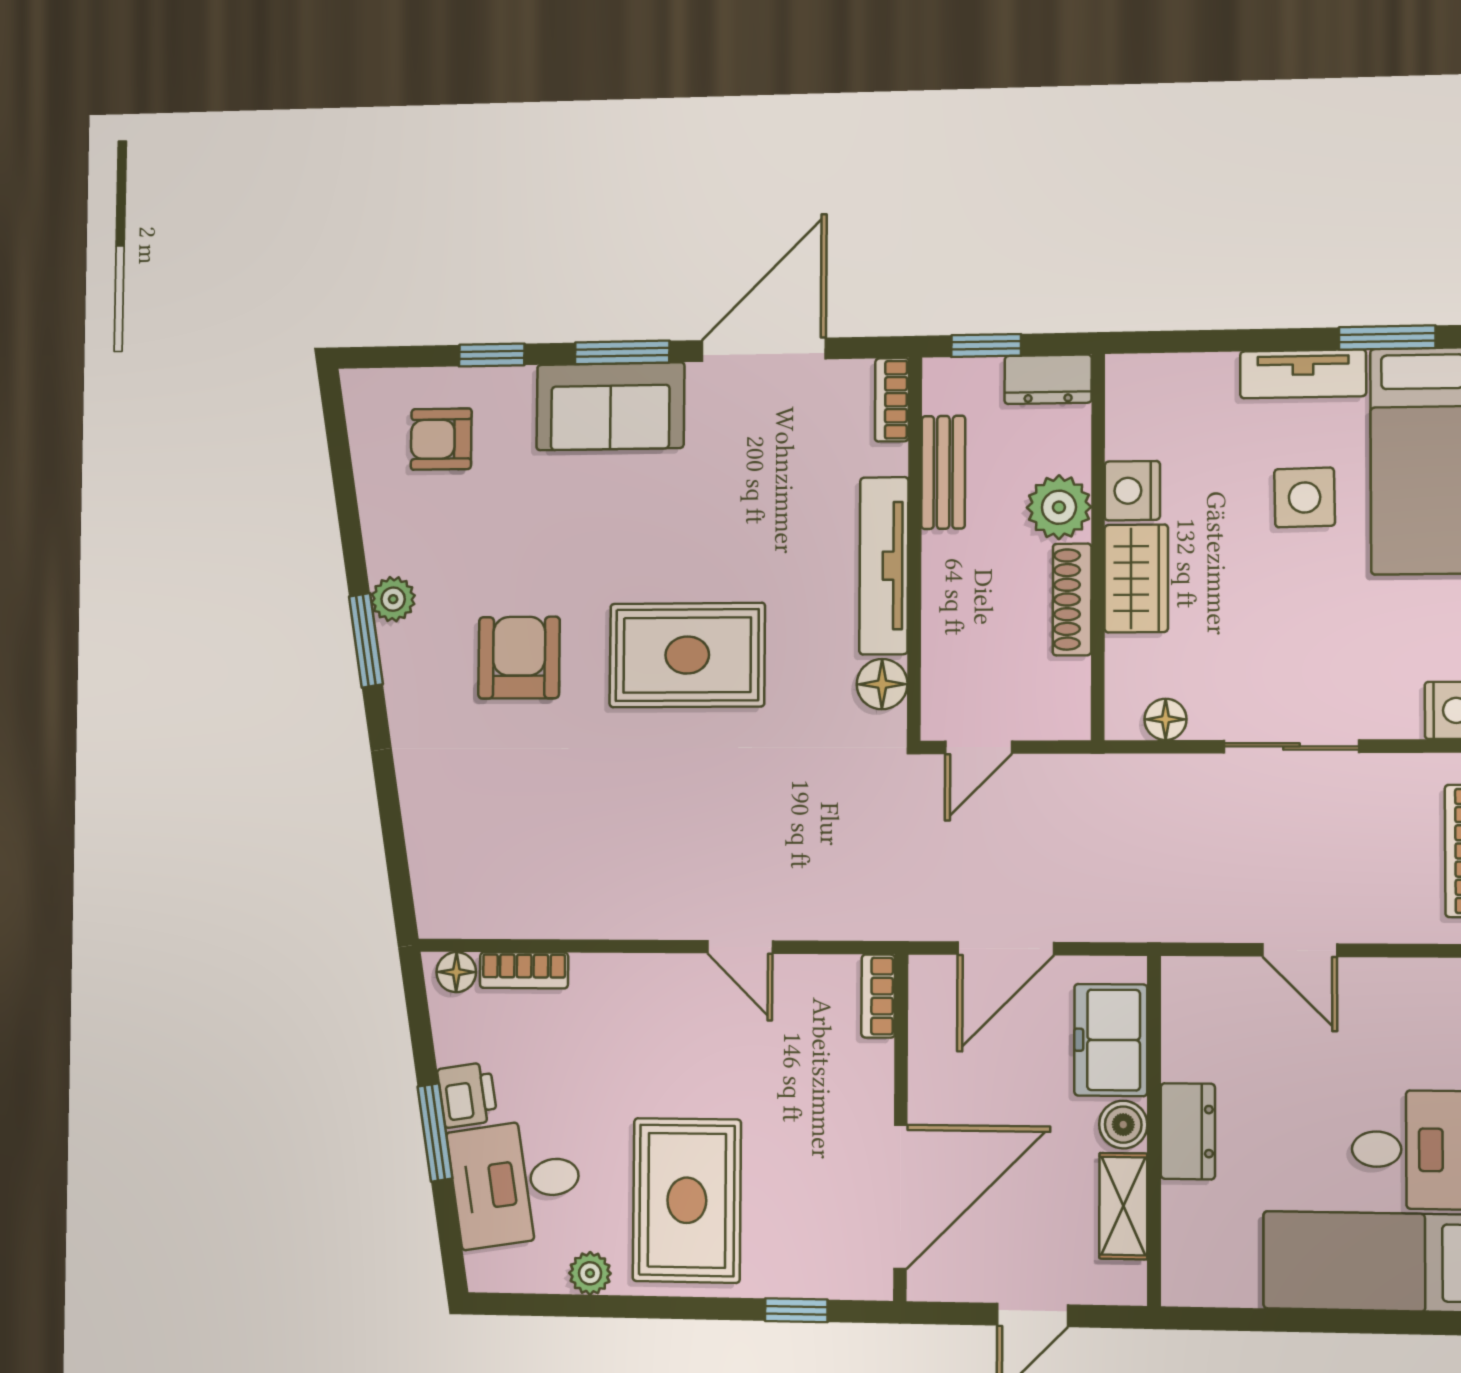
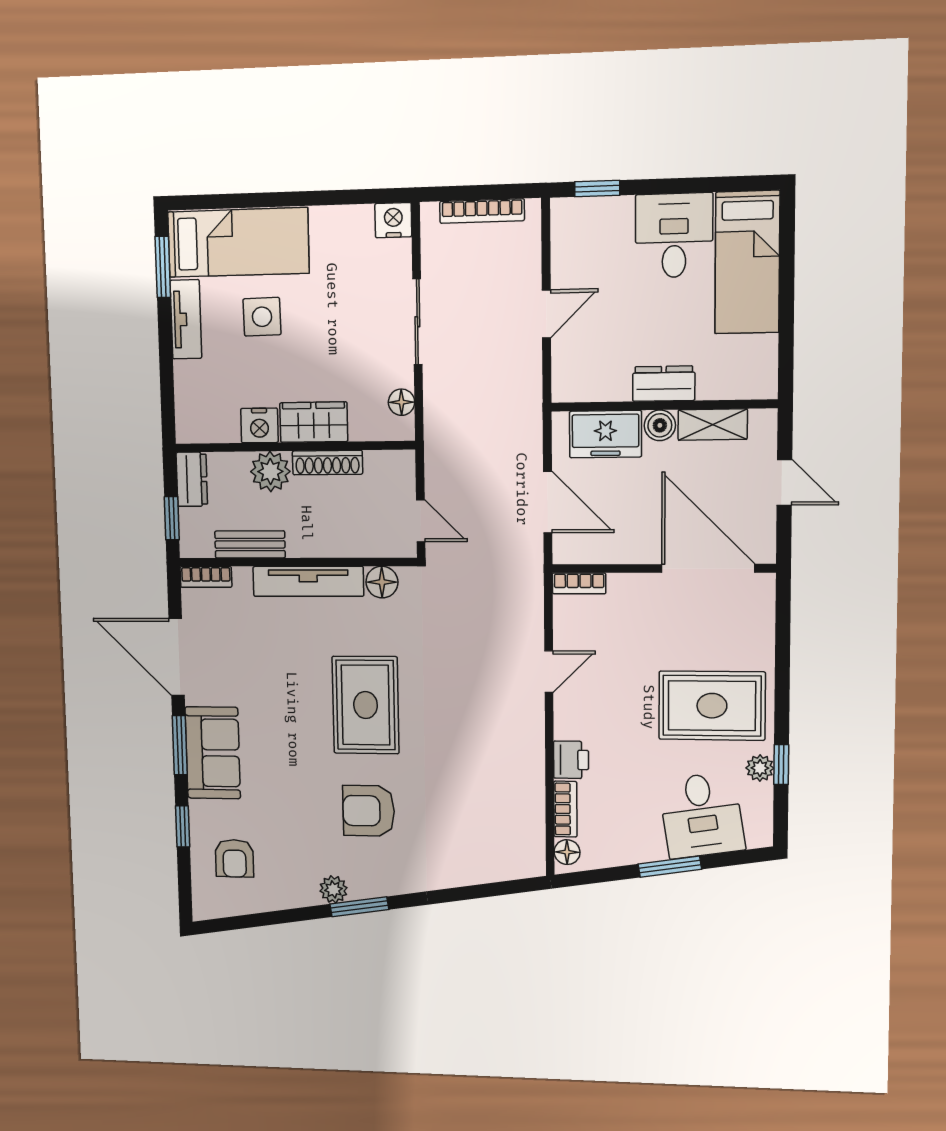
printer: (467, 1095) -> (571, 760), moved, turned 99
window: (796, 1310) -> (781, 765), moved

